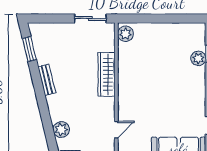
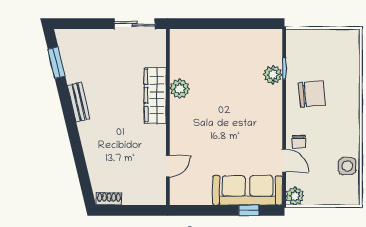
plant: (125, 34) -> (180, 89), moved
plant: (61, 130) -> (97, 166), removed

